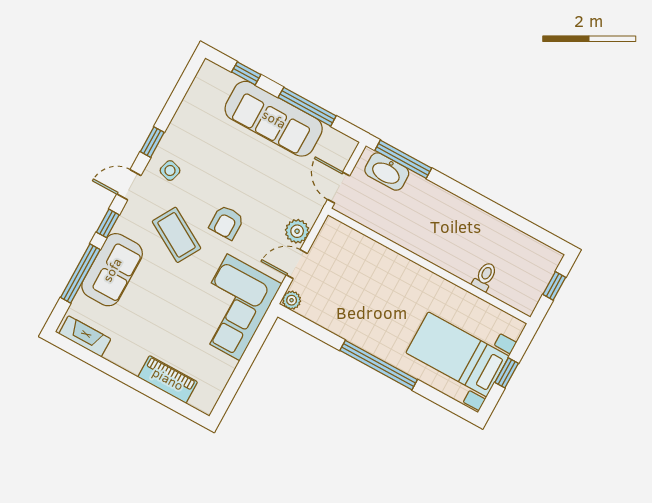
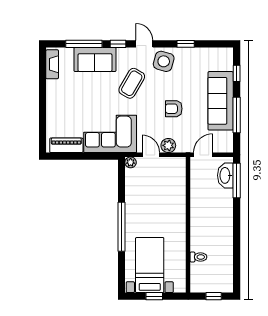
window: (152, 142) -> (186, 44), moved
side table: (170, 171) -> (164, 61), width x1.87, depth x1.87
armchair: (226, 222) -> (174, 109), moved
piano: (168, 379) -> (66, 145), moved, turned -90

